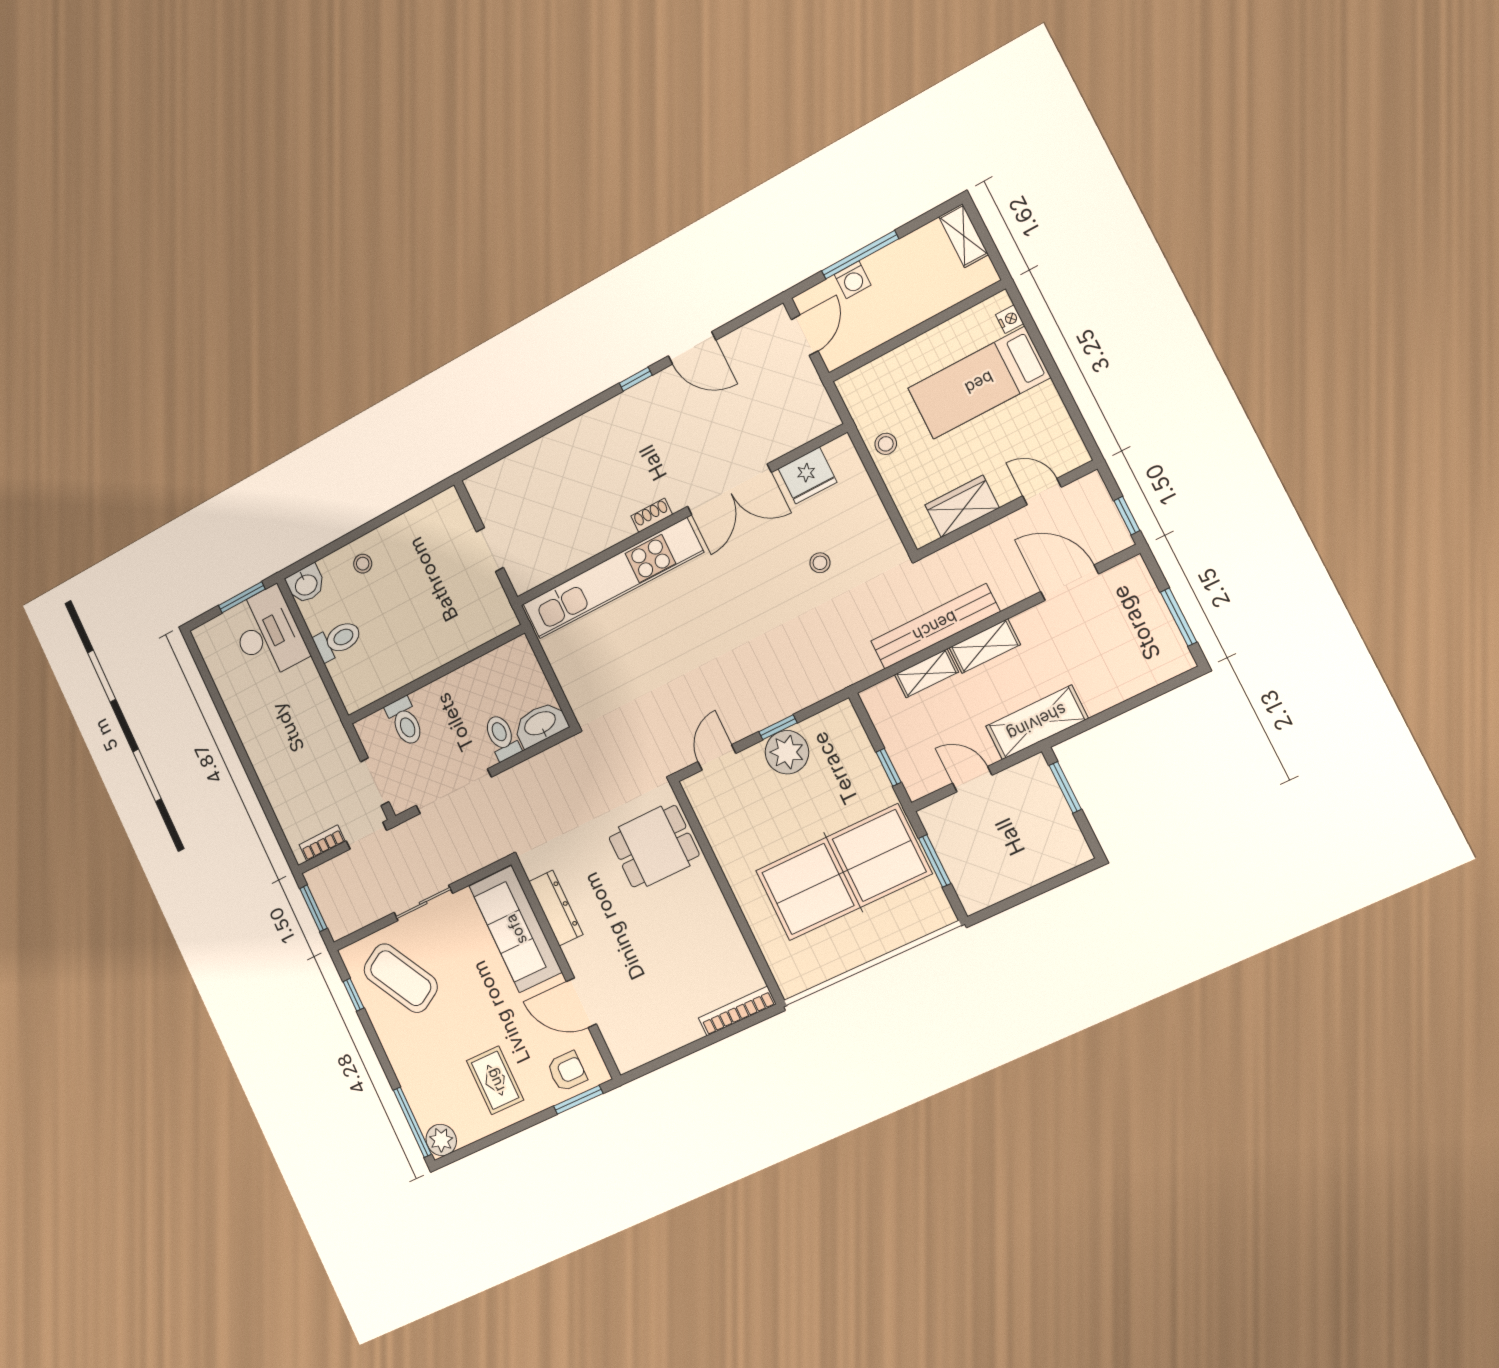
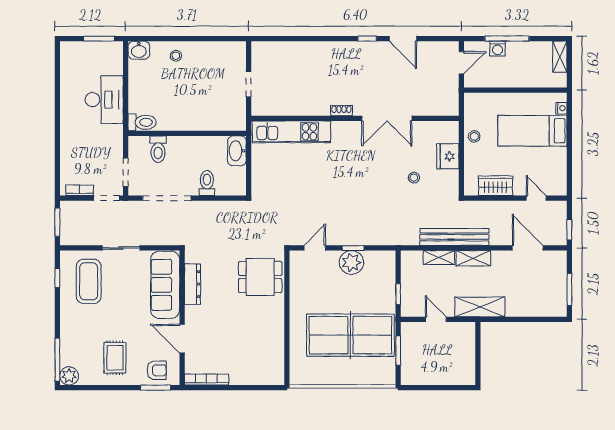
fridge: (808, 475) -> (448, 156), moved, turned 90
kitchen unit: (613, 578) -> (291, 132), width x0.73
desk: (268, 634) -> (104, 100), moved
toilet: (338, 640) -> (142, 122), moved
washbasin: (540, 724) -> (237, 151), moved, turned -90
window: (1065, 787) -> (478, 344), removed
coffee table: (401, 978) -> (89, 281), turned 30
bookcase: (737, 1011) -> (206, 380), moved

